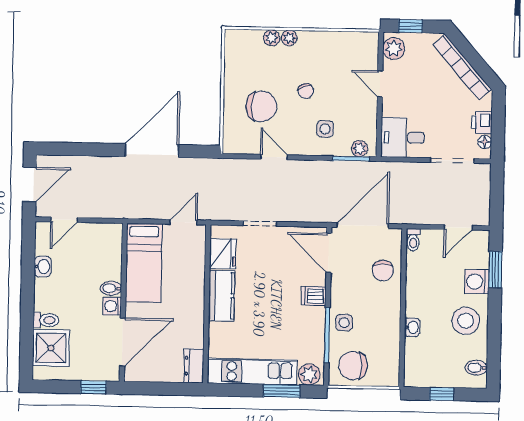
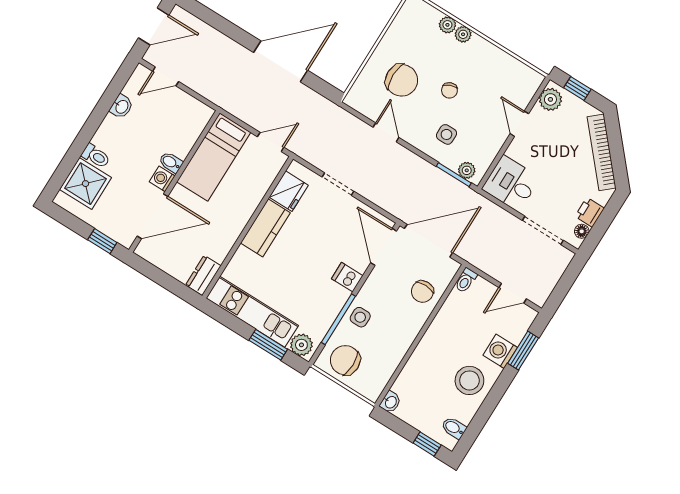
washbasin: (412, 327) -> (390, 402), moved
window: (442, 394) -> (427, 444), moved

